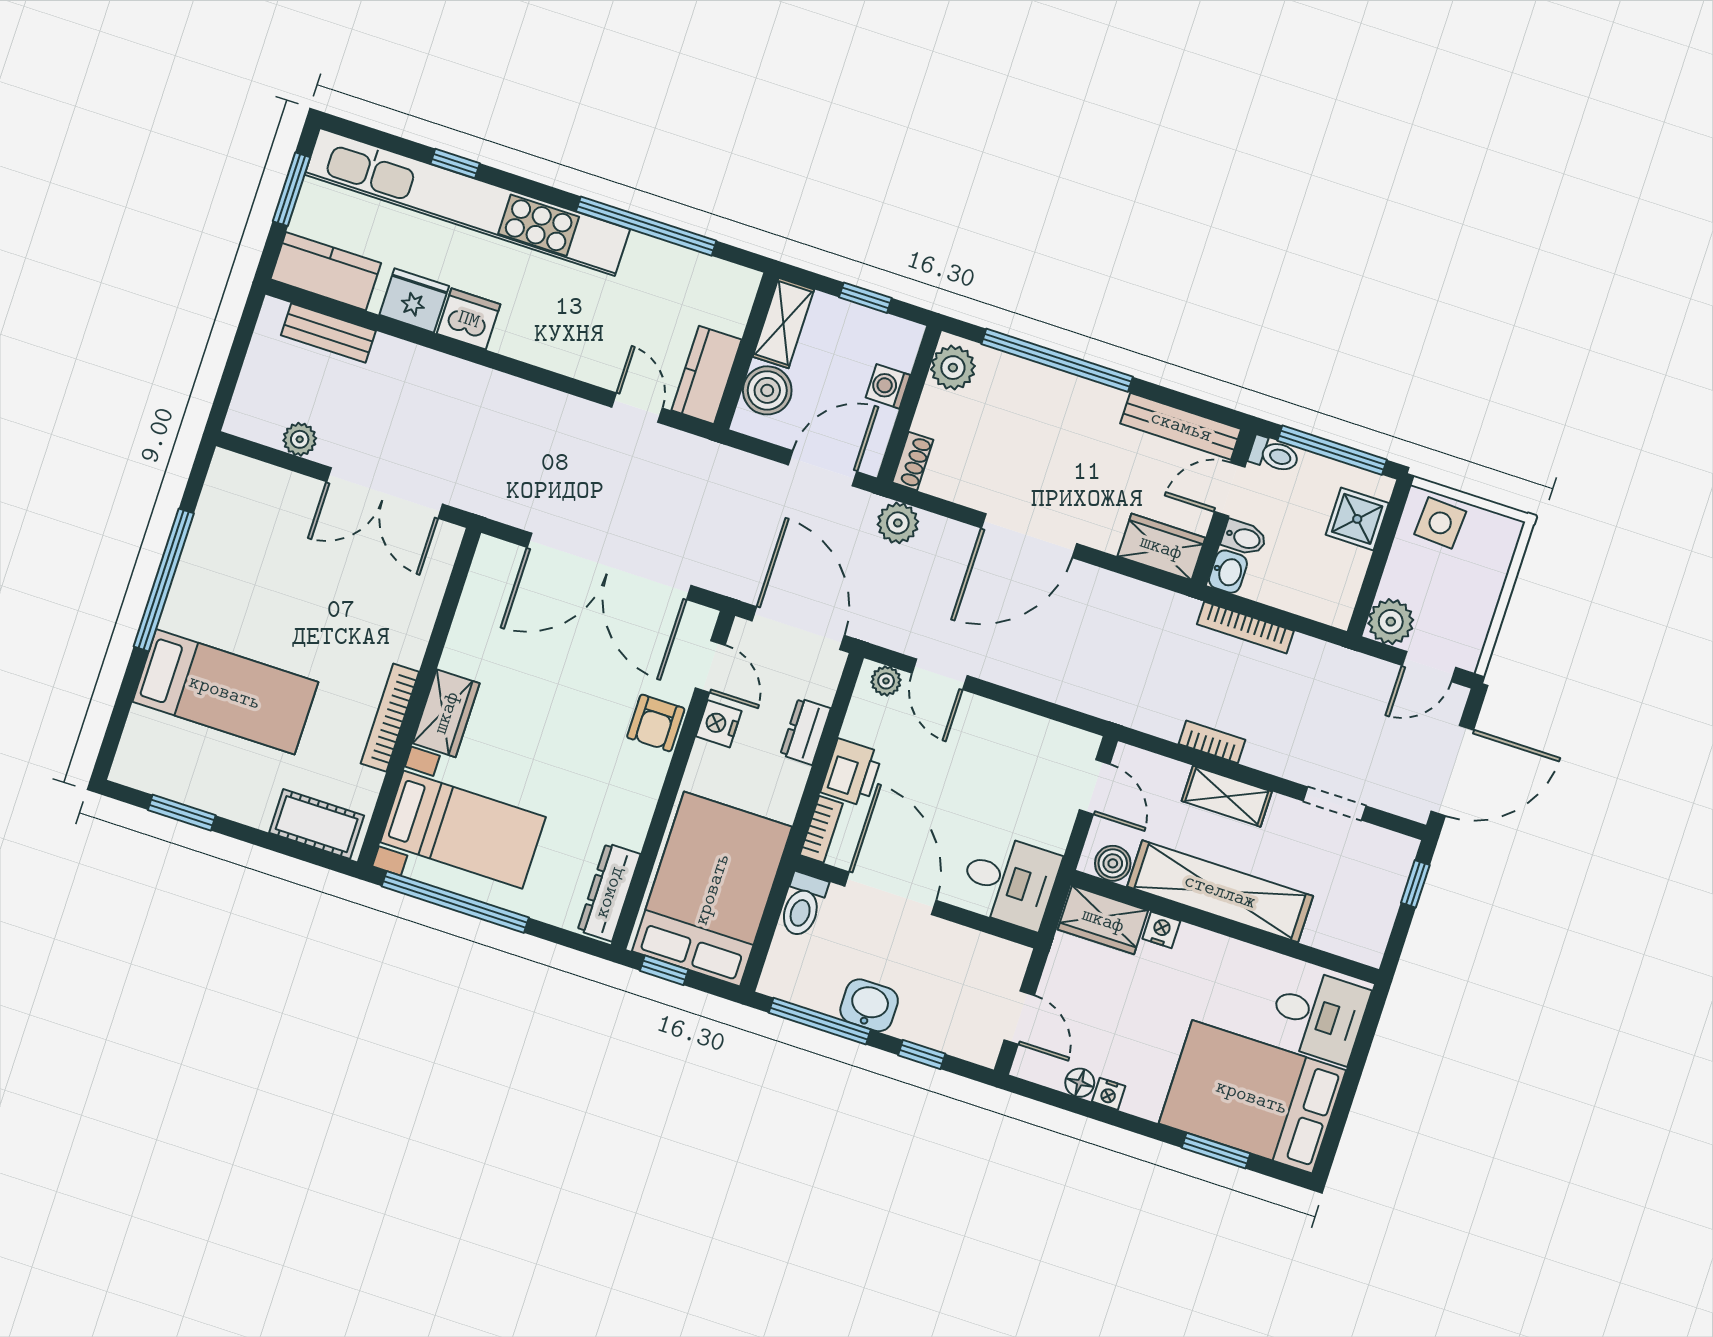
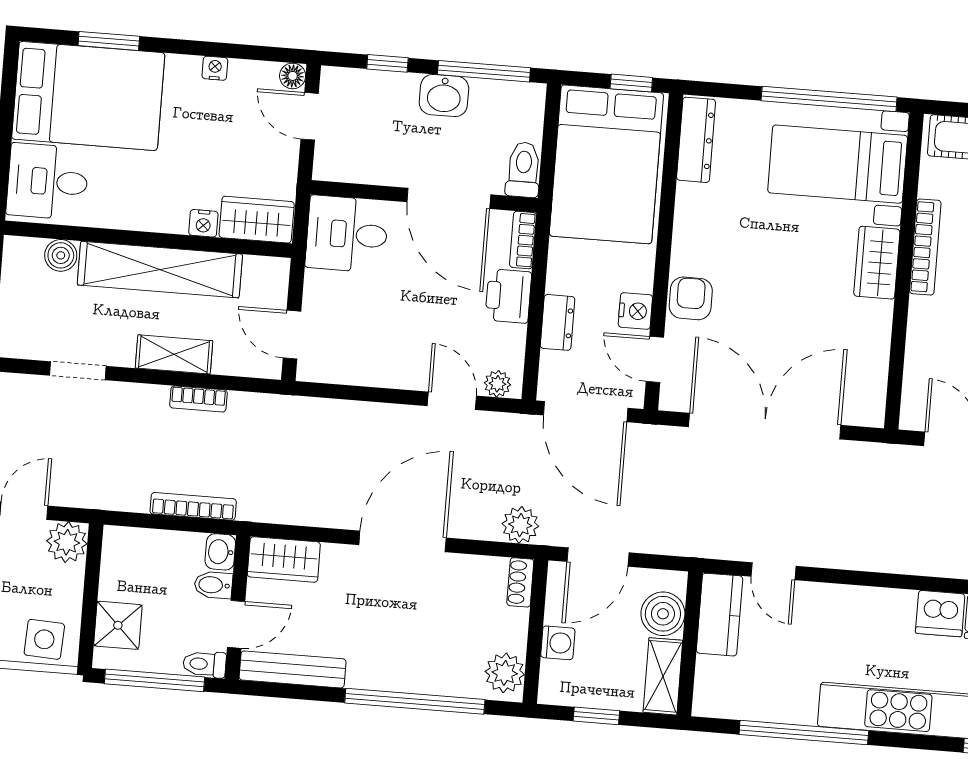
boiler: (1113, 863) -> (61, 255), moved
floor lamp: (1080, 1083) -> (293, 76), moved

